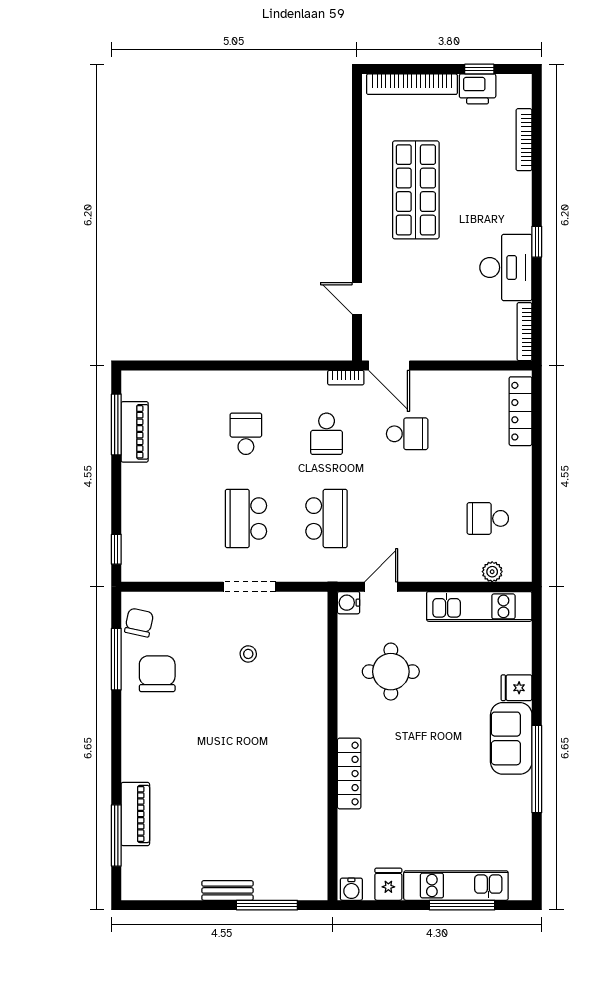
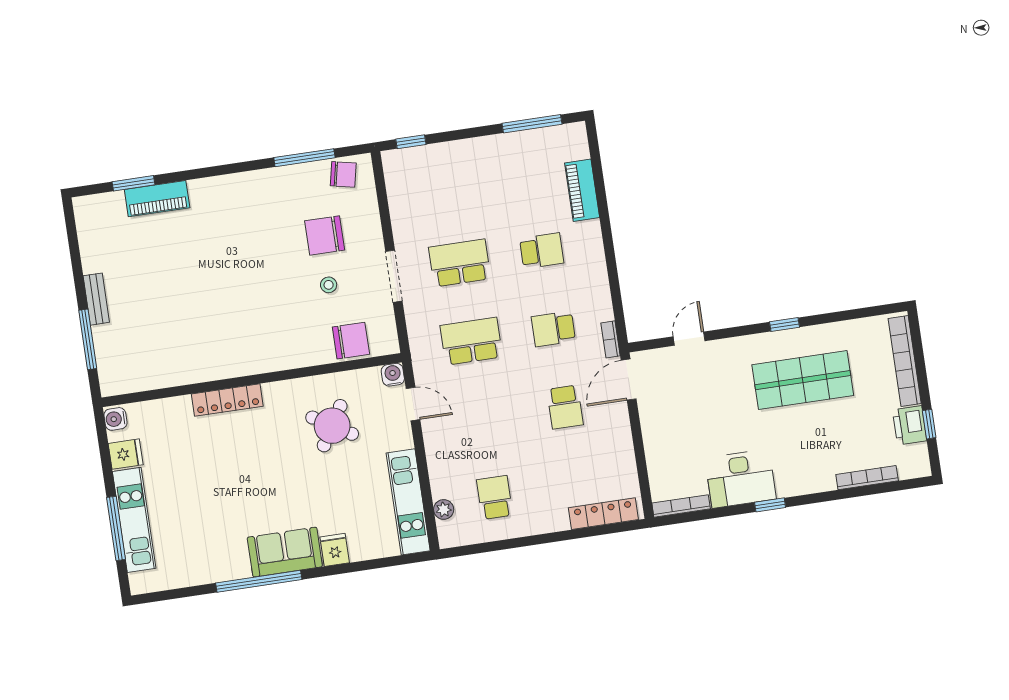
window: (357, 200) -> (785, 324), added
piano: (135, 432) -> (582, 190), moved, turned 90
school desk: (327, 518) -> (471, 341), turned 180
chair: (308, 640) -> (351, 341), added
round table: (391, 672) -> (332, 426), turned 31
chair: (157, 674) -> (325, 235), moved, turned 180
window: (116, 835) -> (134, 183), width x0.69

